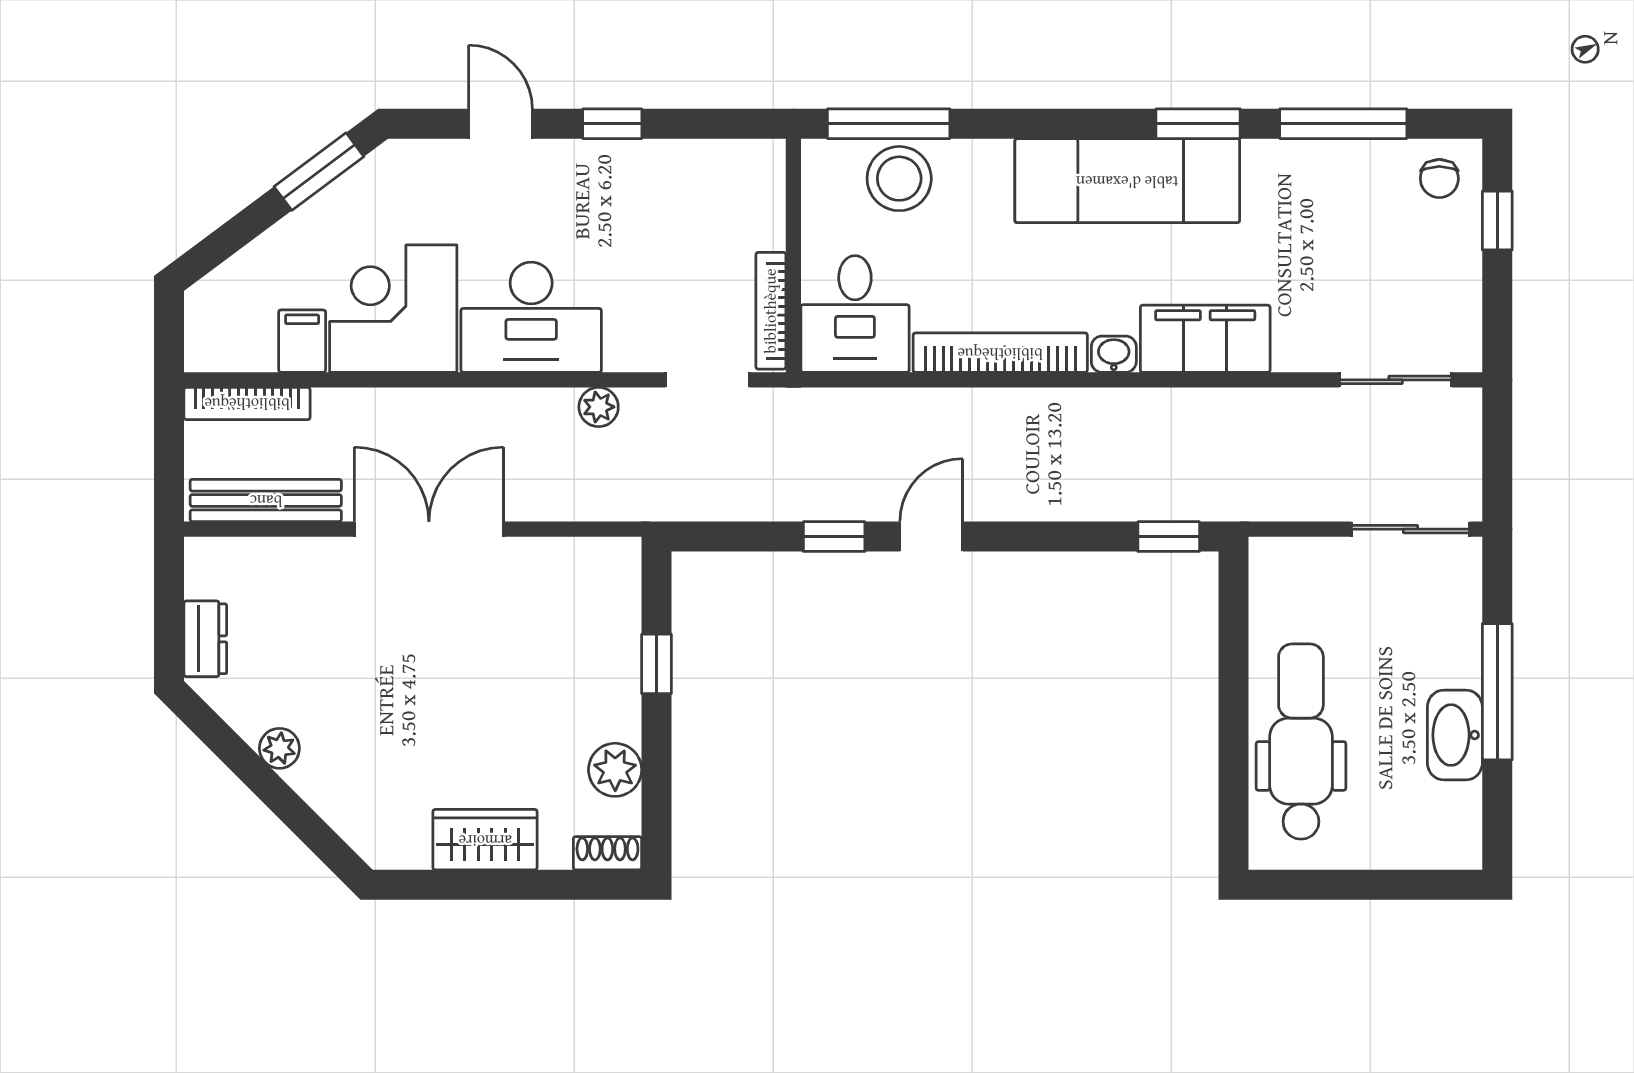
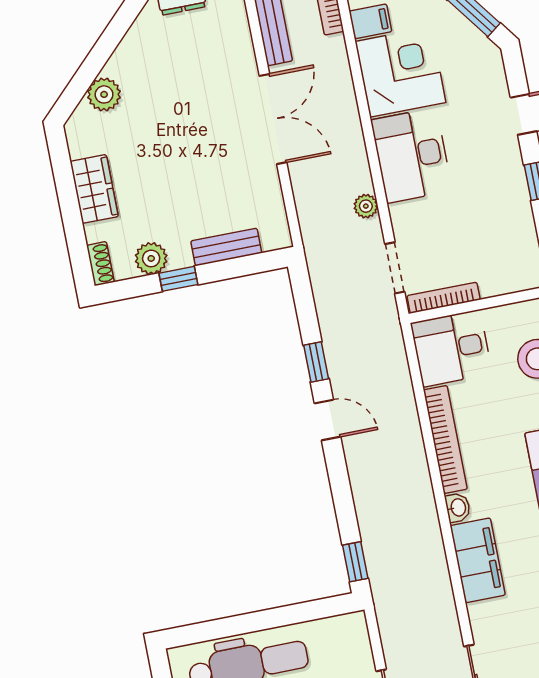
bench: (620, 645) -> (226, 247), added
window: (657, 664) -> (178, 279), moved
plant: (279, 748) -> (104, 94), moved, width x1.38, depth x1.38

